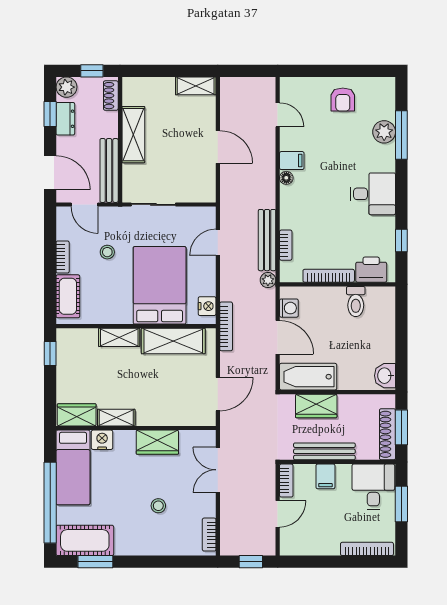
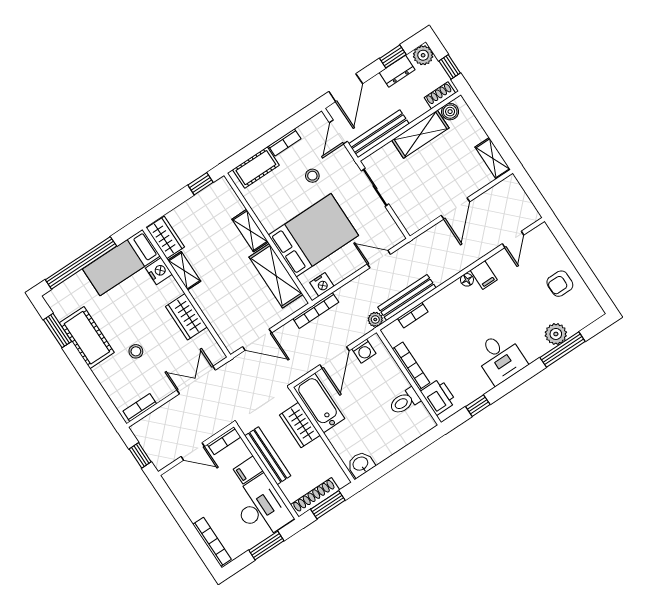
boiler: (131, 96) -> (450, 112), added
desk: (373, 487) -> (261, 508), width x1.37
cot: (85, 540) -> (87, 338), moved

